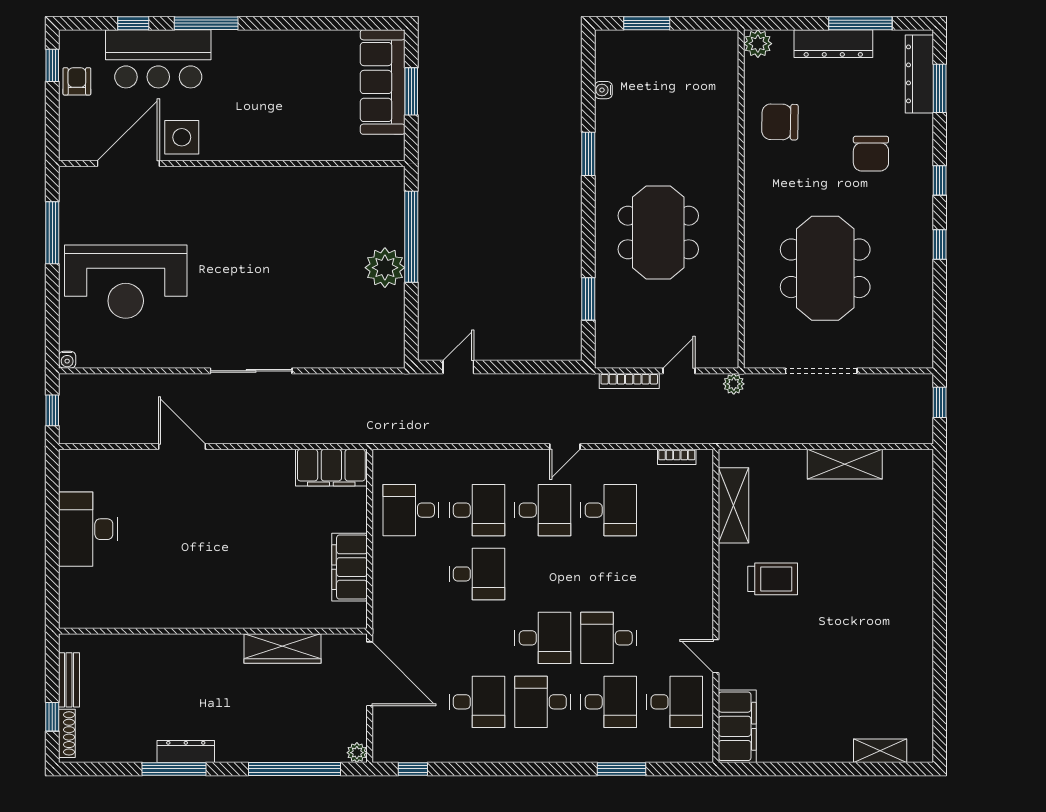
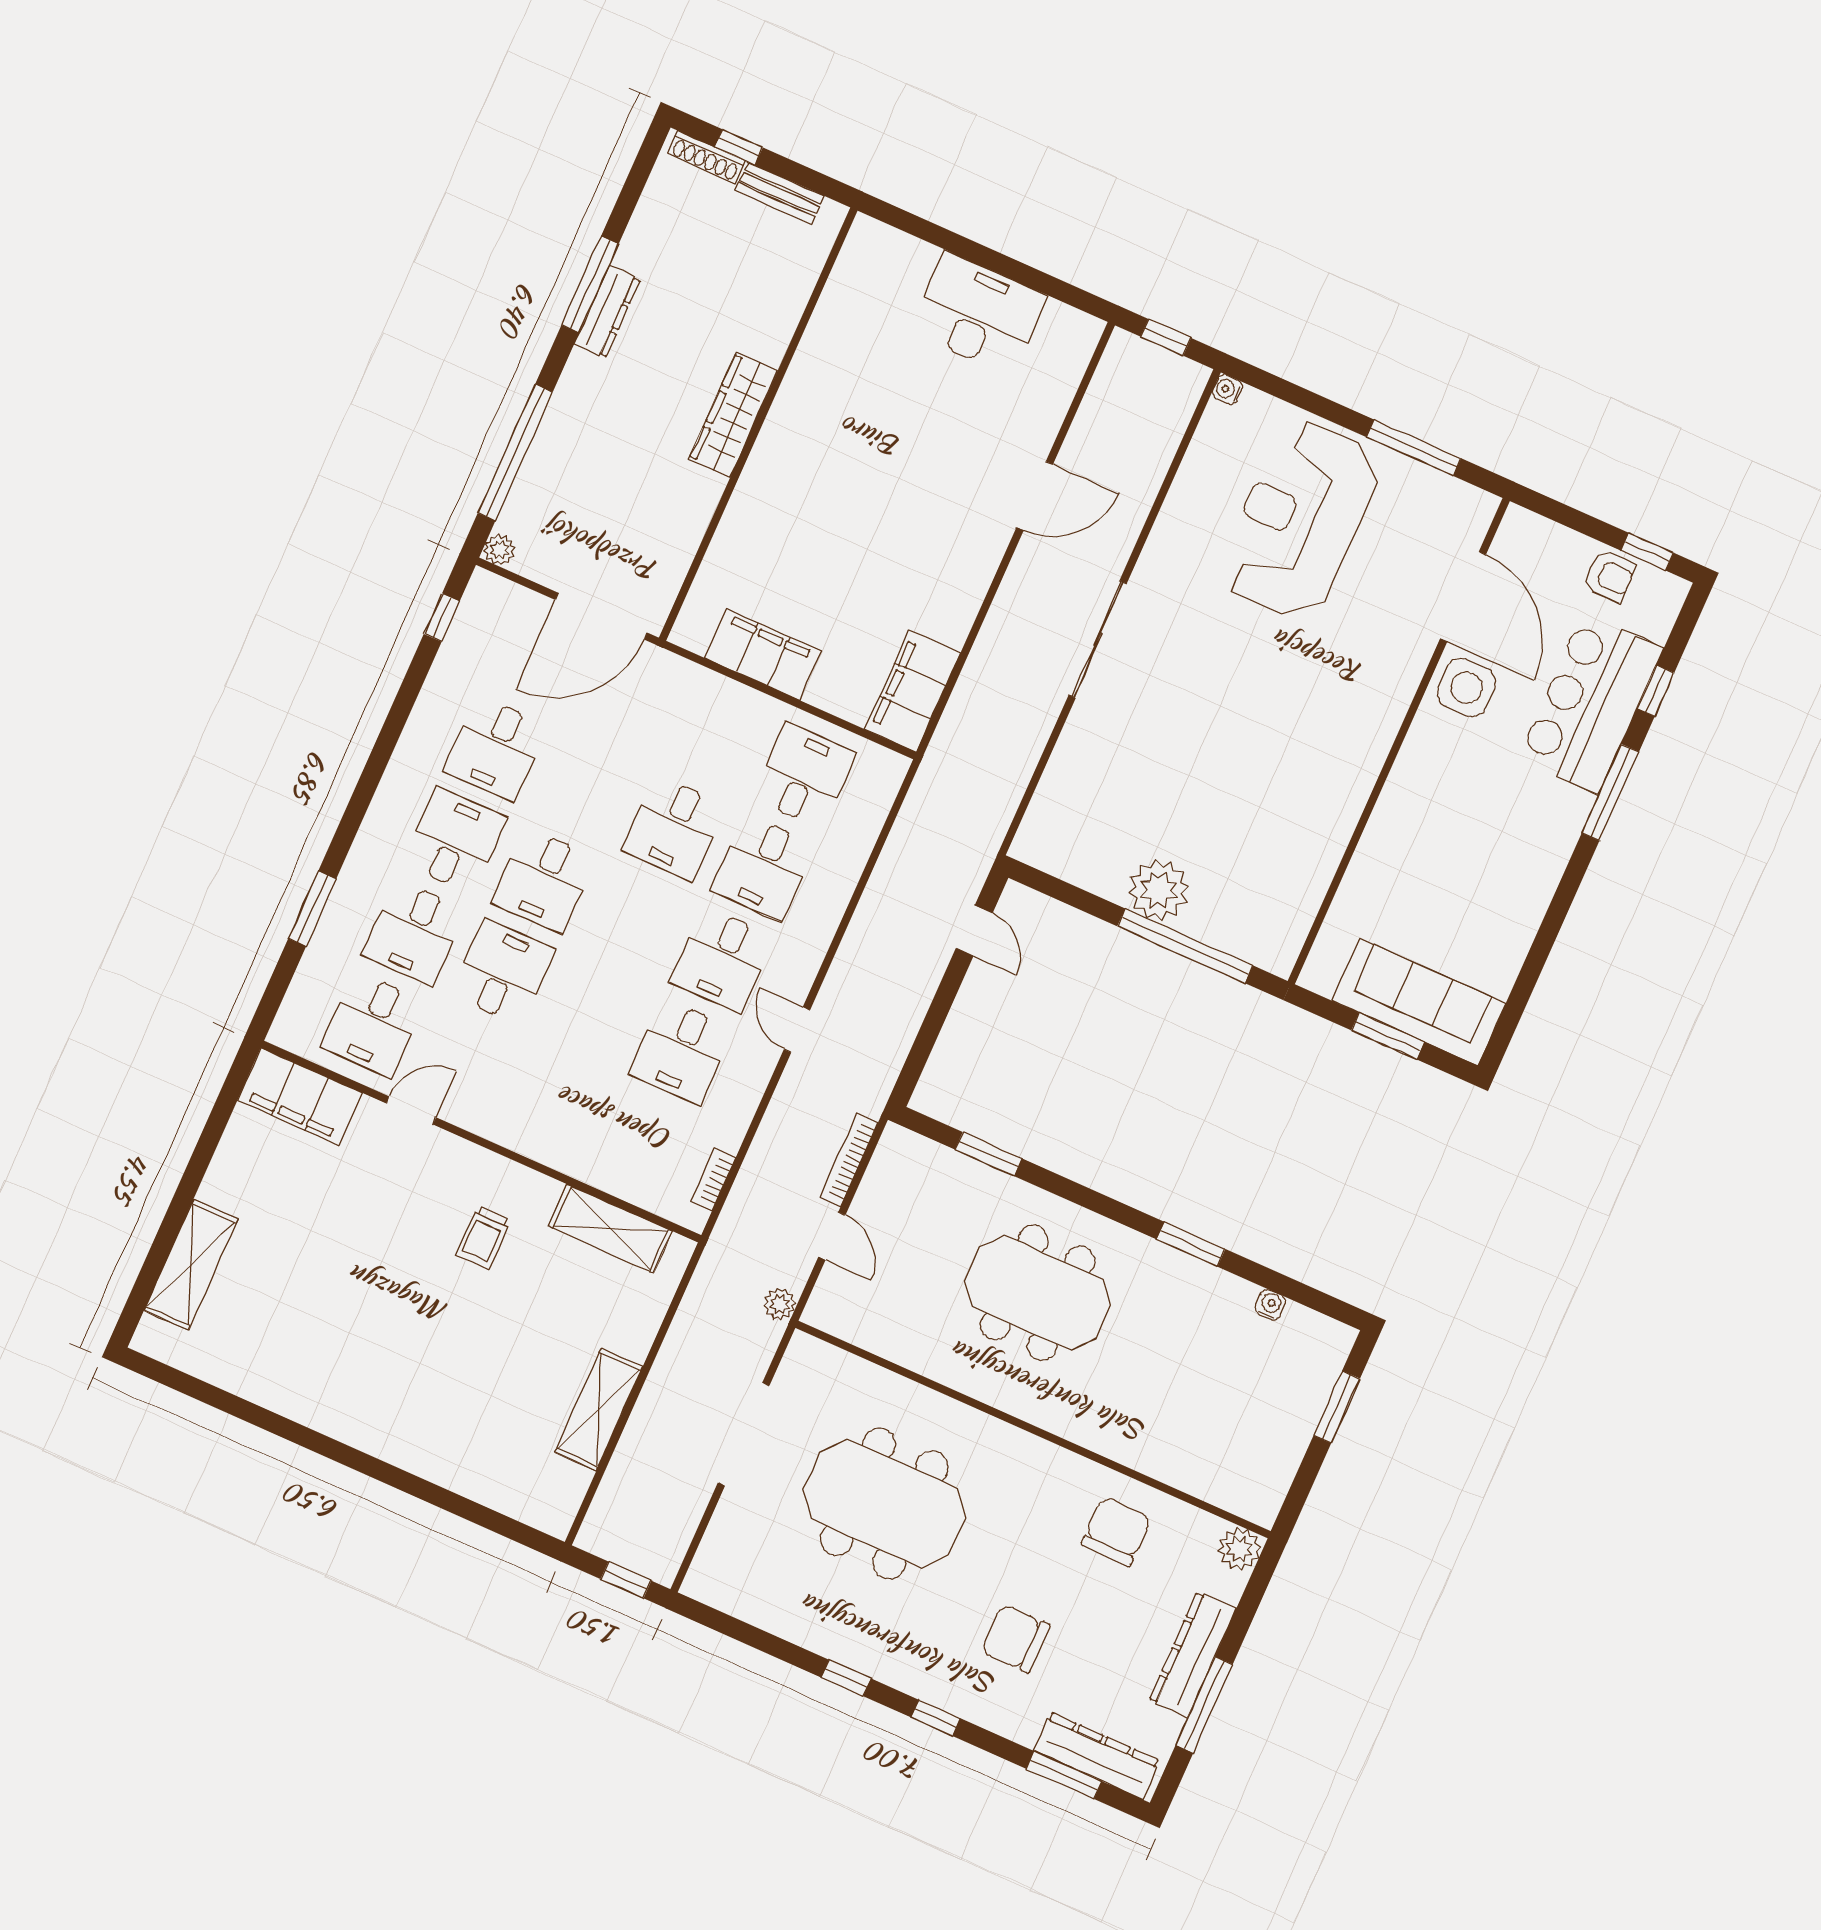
trolley: (773, 579) -> (483, 1237), width x0.73, depth x0.72
wardrobe: (283, 649) -> (733, 415), moved
shelving: (880, 751) -> (191, 1265), width x1.50, depth x1.33

